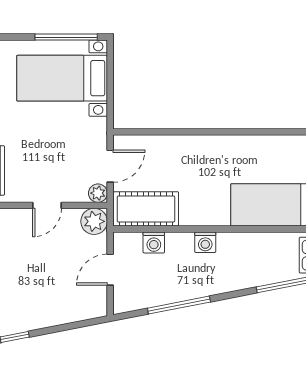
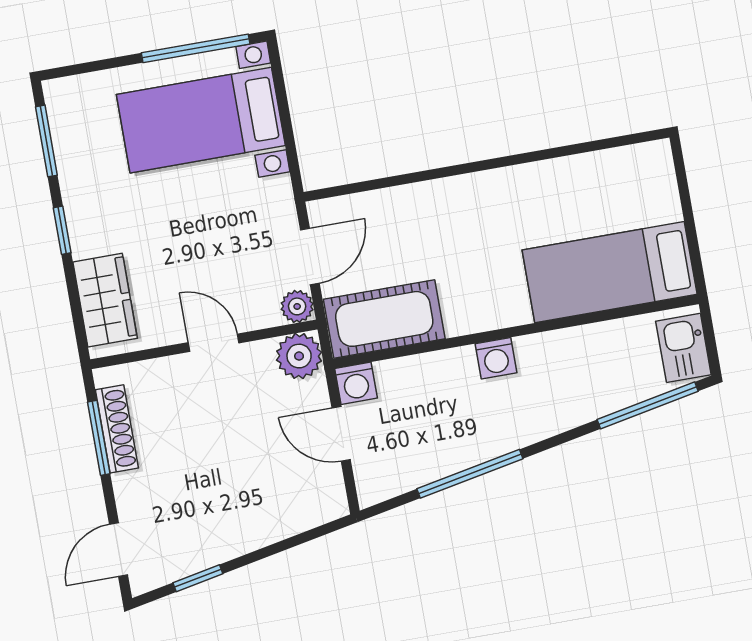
door: (47, 205) -> (214, 343), swing flipped
washing machine: (154, 242) -> (356, 383), moved
door: (110, 270) -> (341, 434), hinge flipped

